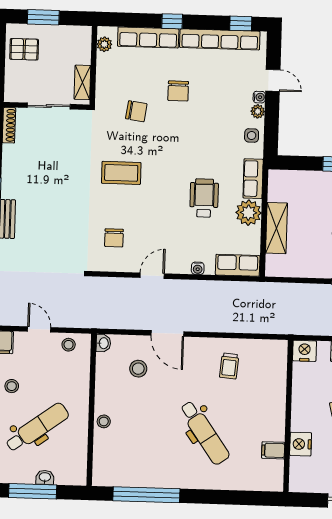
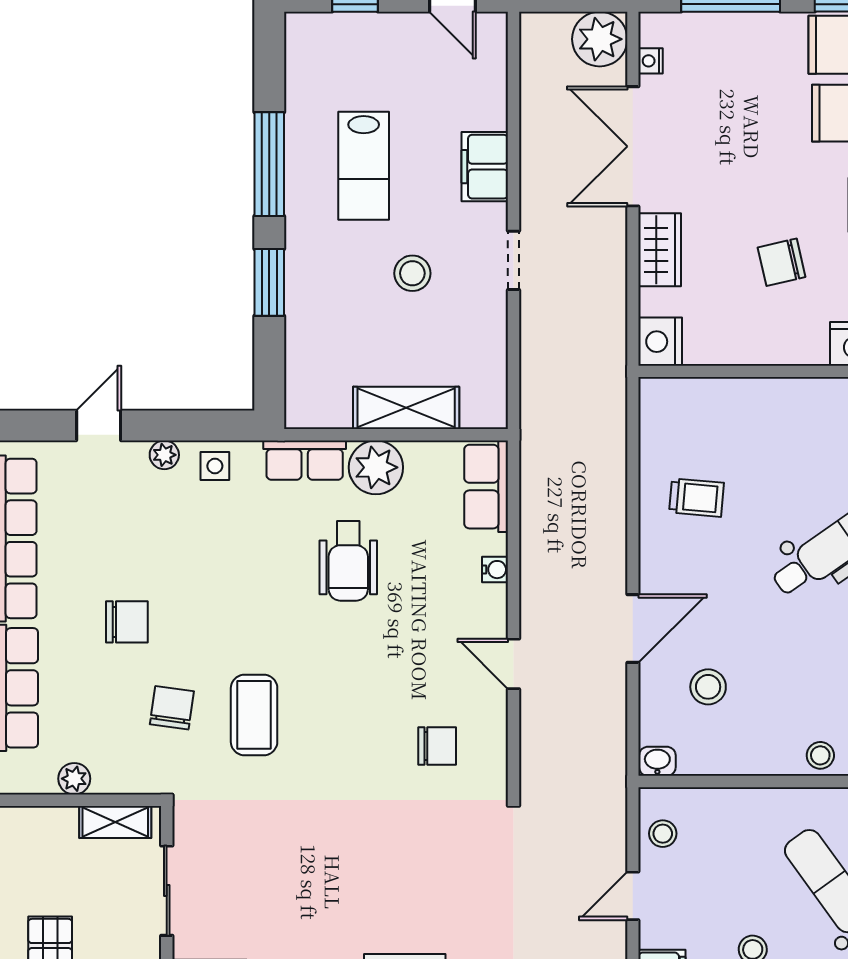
plant: (104, 44) -> (74, 779), moved
water cooler: (259, 97) -> (134, 453), removed
coffee table: (121, 173) -> (254, 715), moved
wheelchair: (204, 198) -> (348, 561), turned -90

